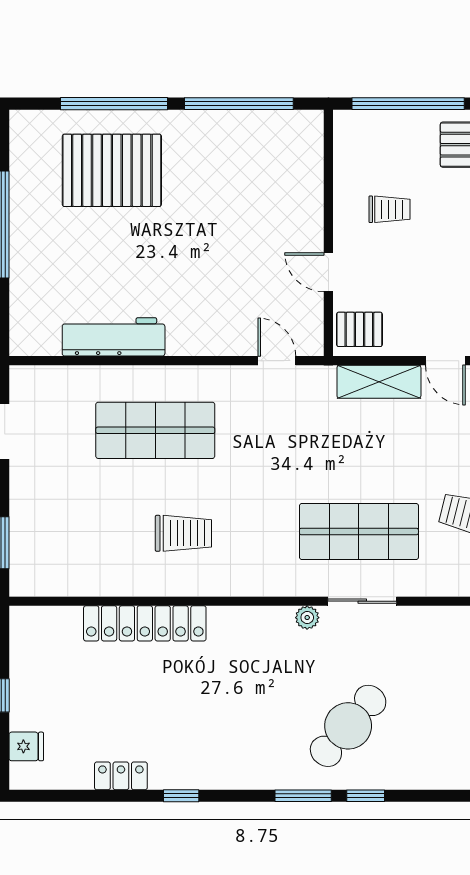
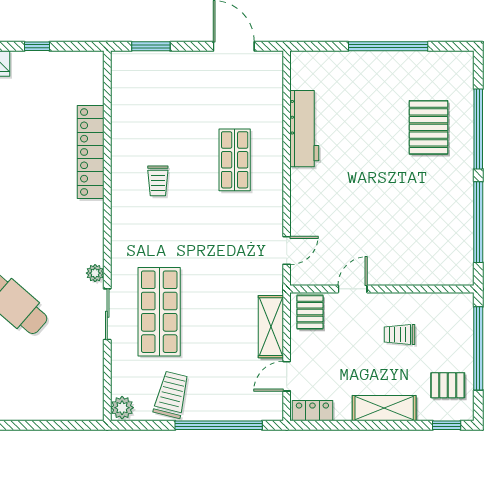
pallet: (112, 170) -> (429, 127), width x0.73, depth x0.71
trolley: (389, 209) -> (400, 334), turned 90
shop shelf: (155, 430) -> (235, 160), width x0.70, depth x0.74
trolley: (183, 533) -> (158, 181), width x0.73, depth x0.72

